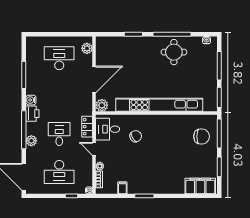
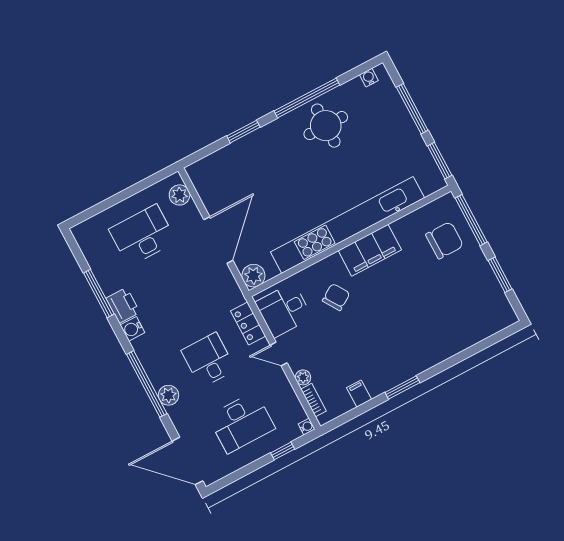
printer: (32, 114) -> (123, 305), moved
filing cabinet: (200, 186) -> (370, 250), moved, turned 180

